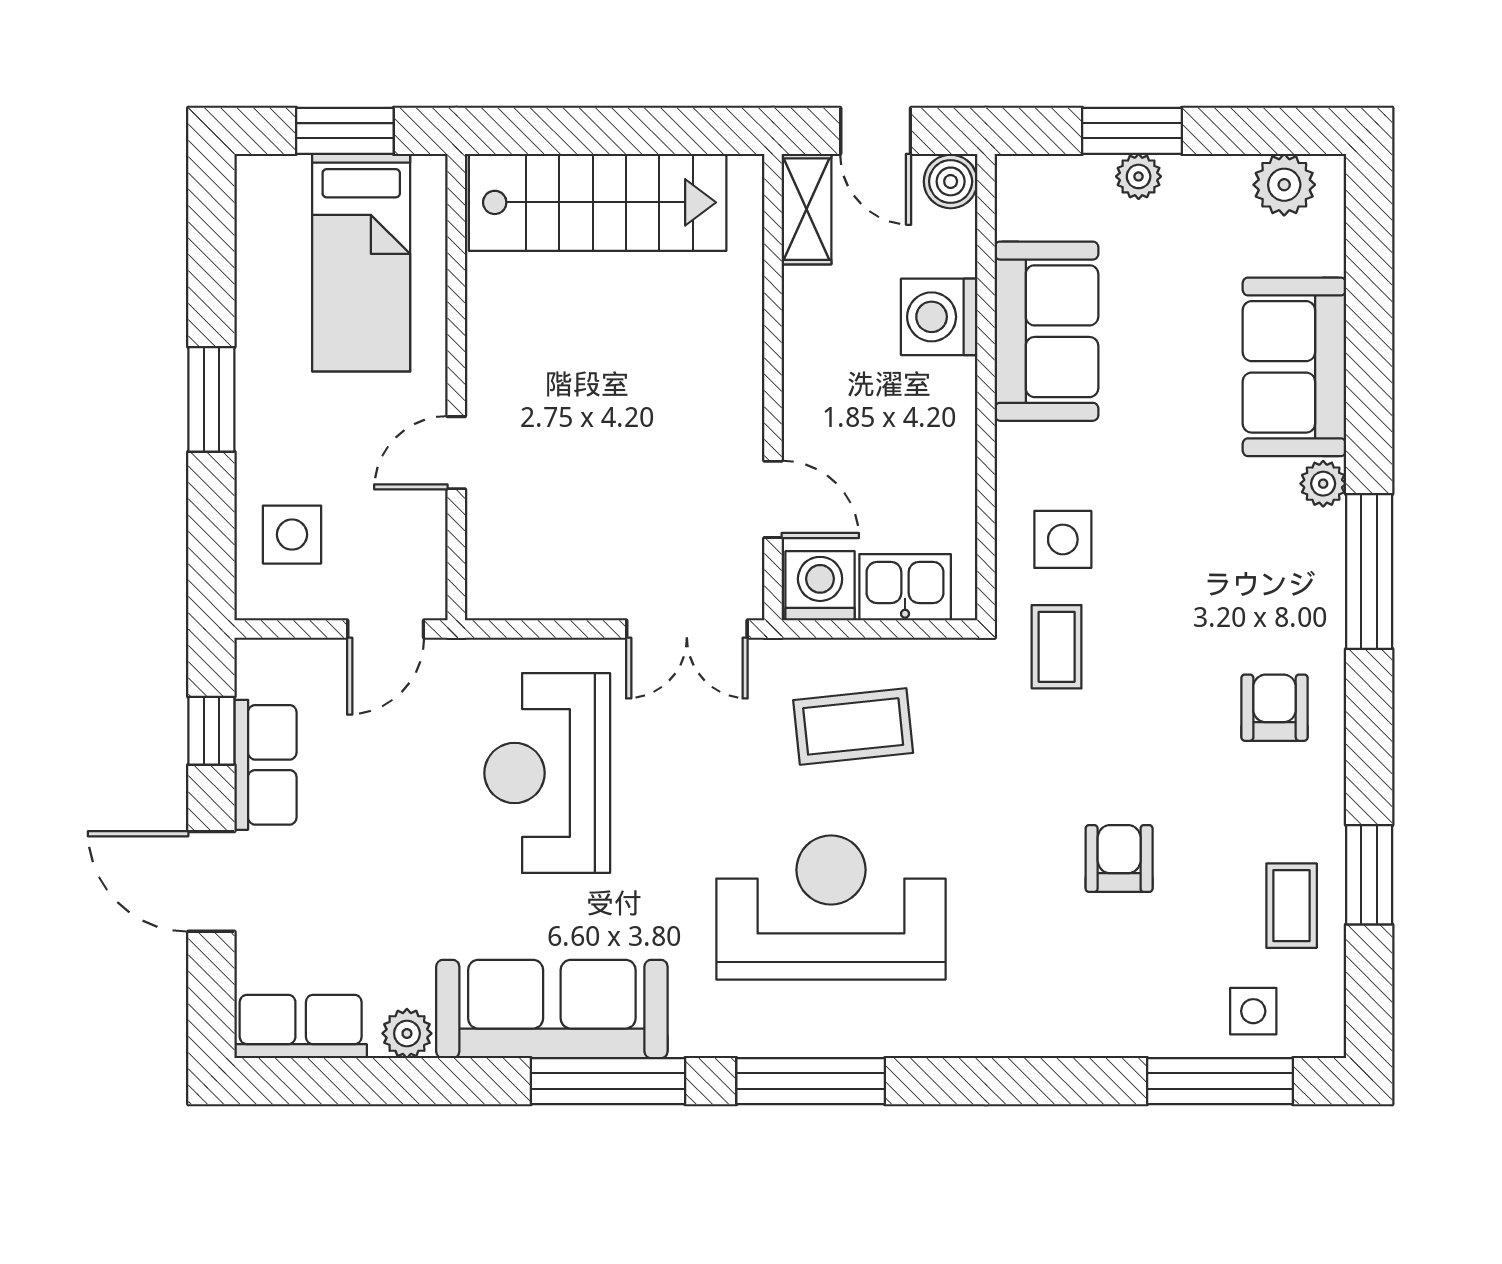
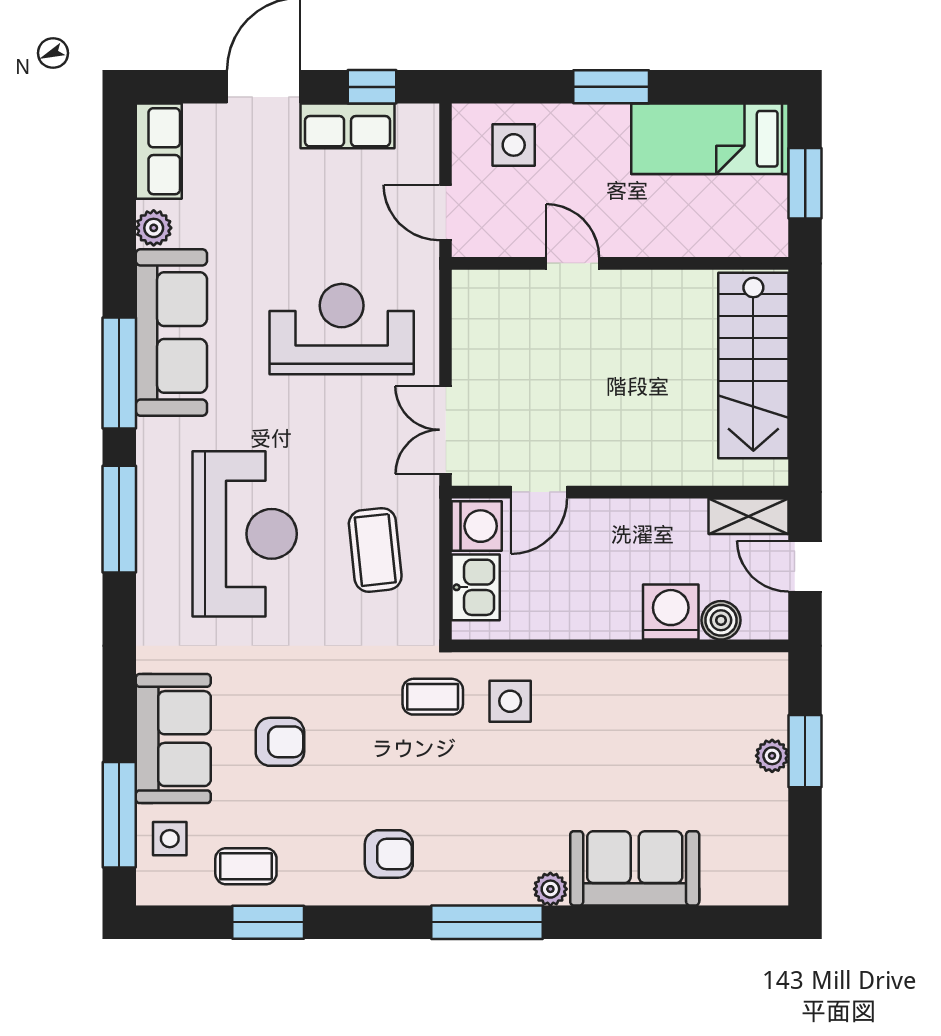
door: (876, 131) -> (805, 566), hinge flipped
boiler: (951, 181) -> (721, 620), moved
plant: (1284, 185) -> (766, 861), removed
bed: (361, 263) -> (710, 139), moved
sofa: (1046, 331) -> (173, 739), moved, turned -90

